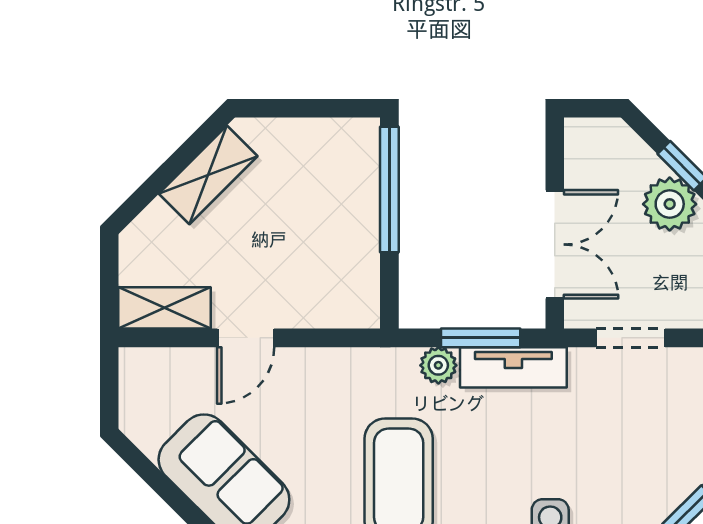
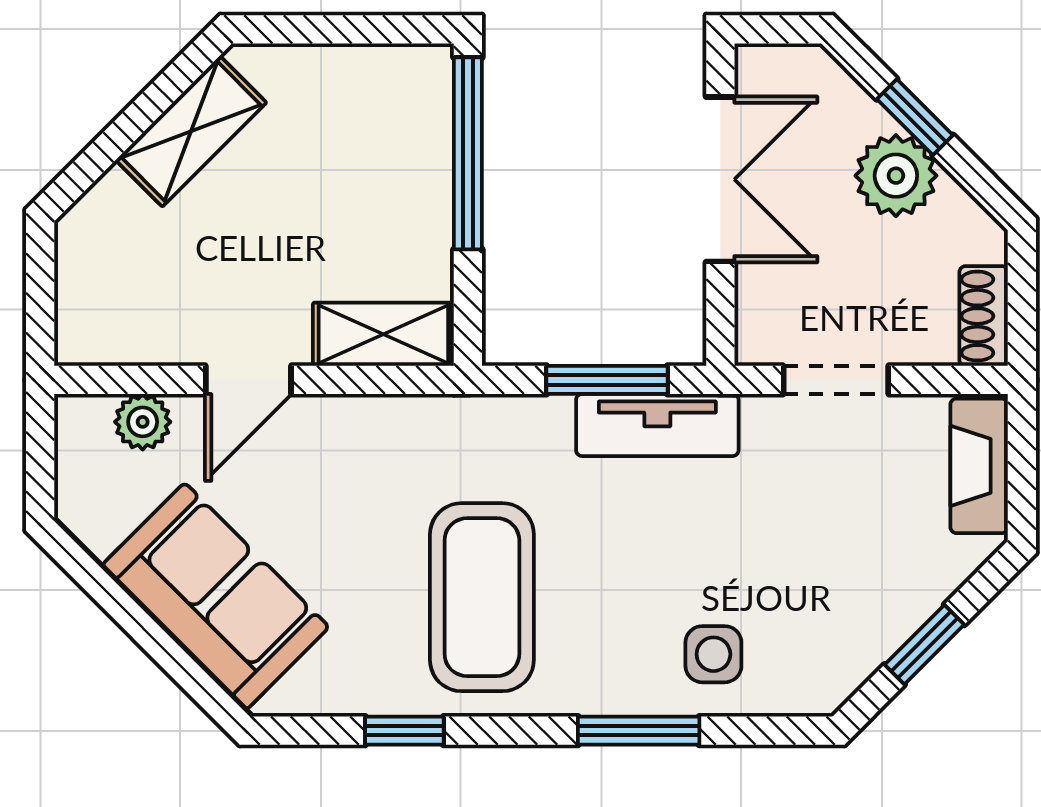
double door: (555, 244) -> (720, 179), moved
shelving: (165, 308) -> (383, 334), moved
plant: (438, 365) -> (143, 422), moved

